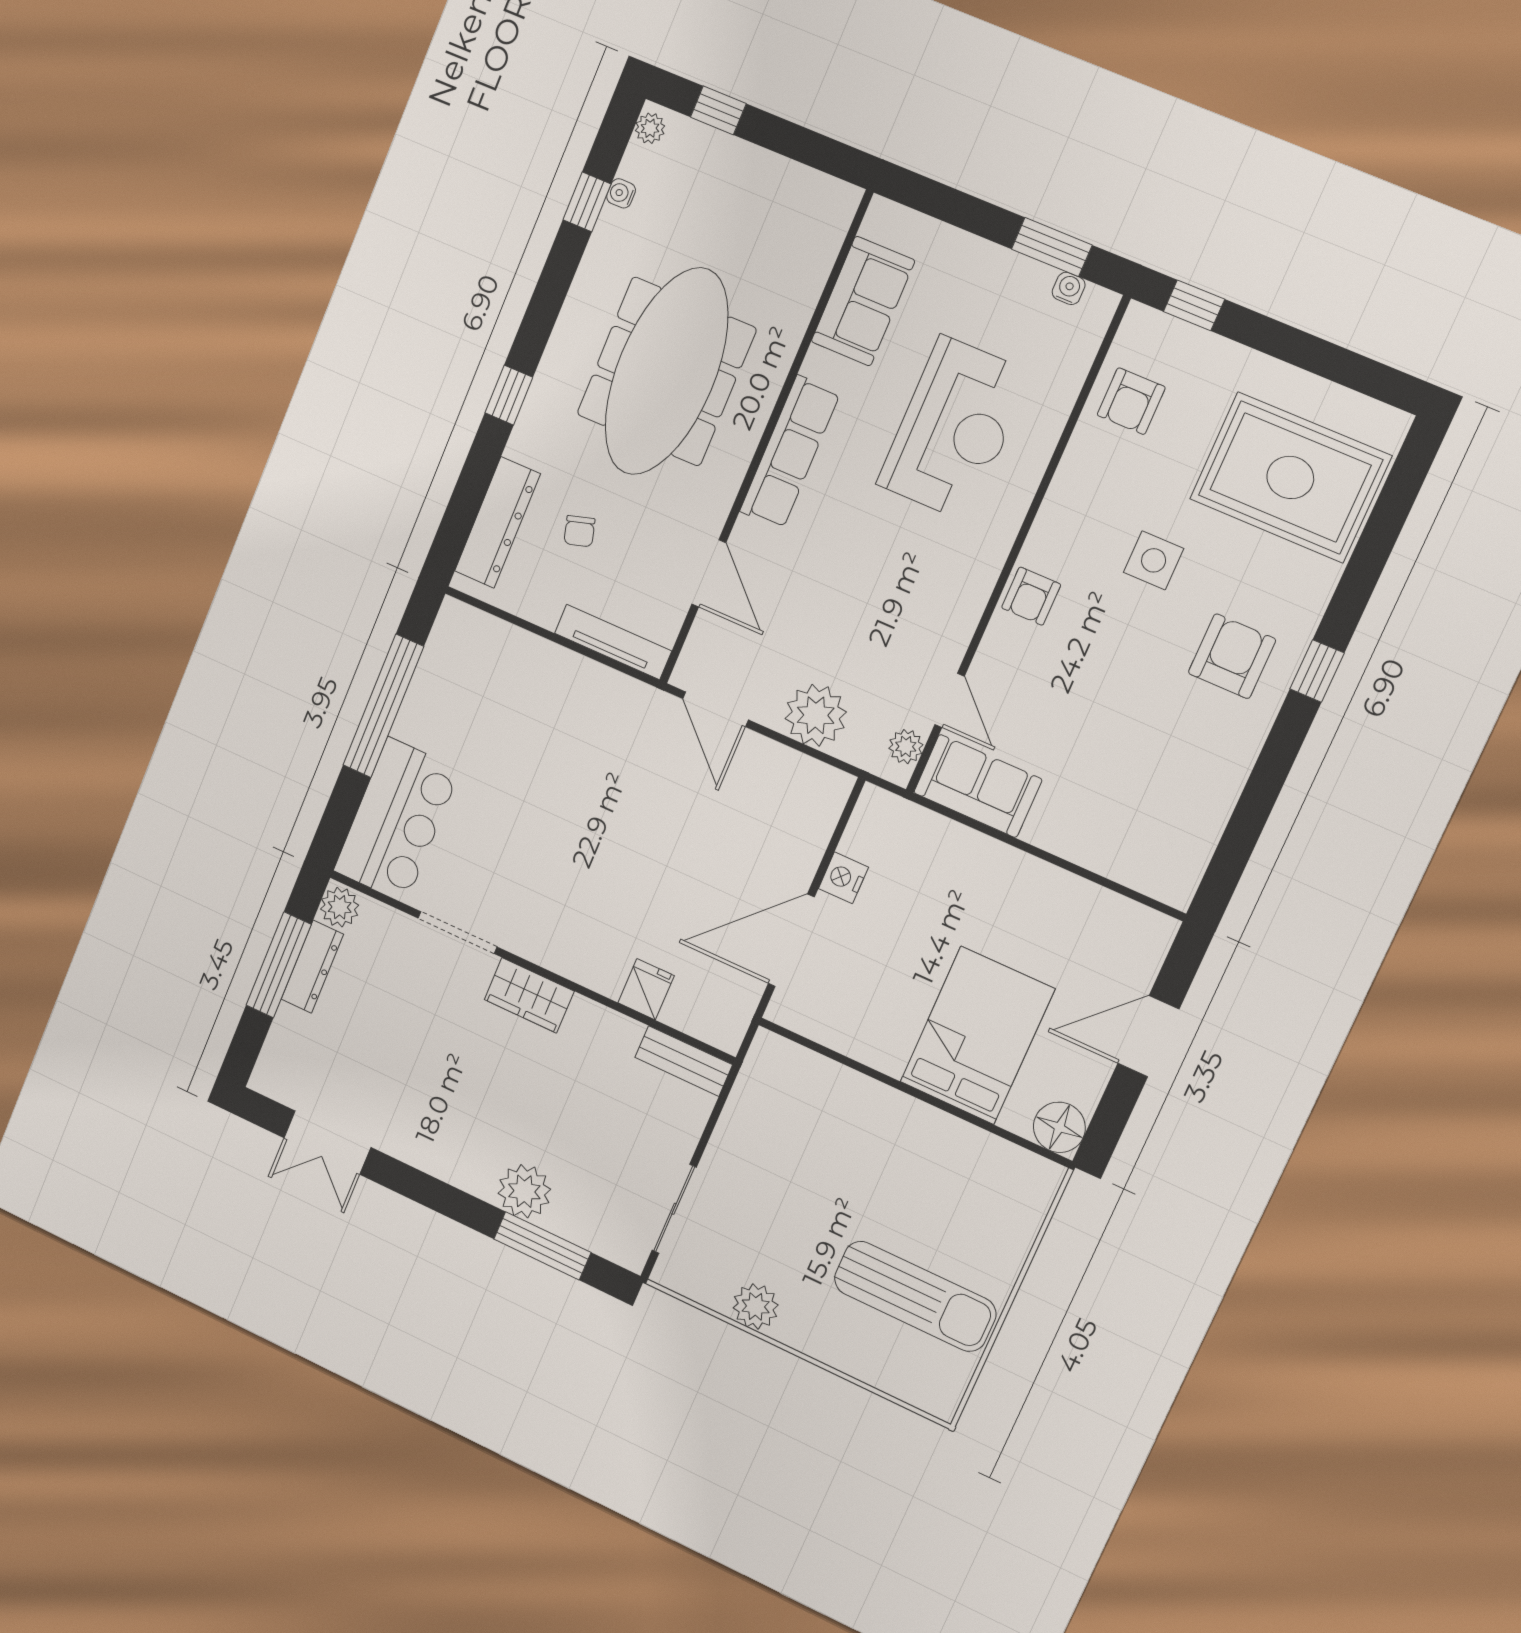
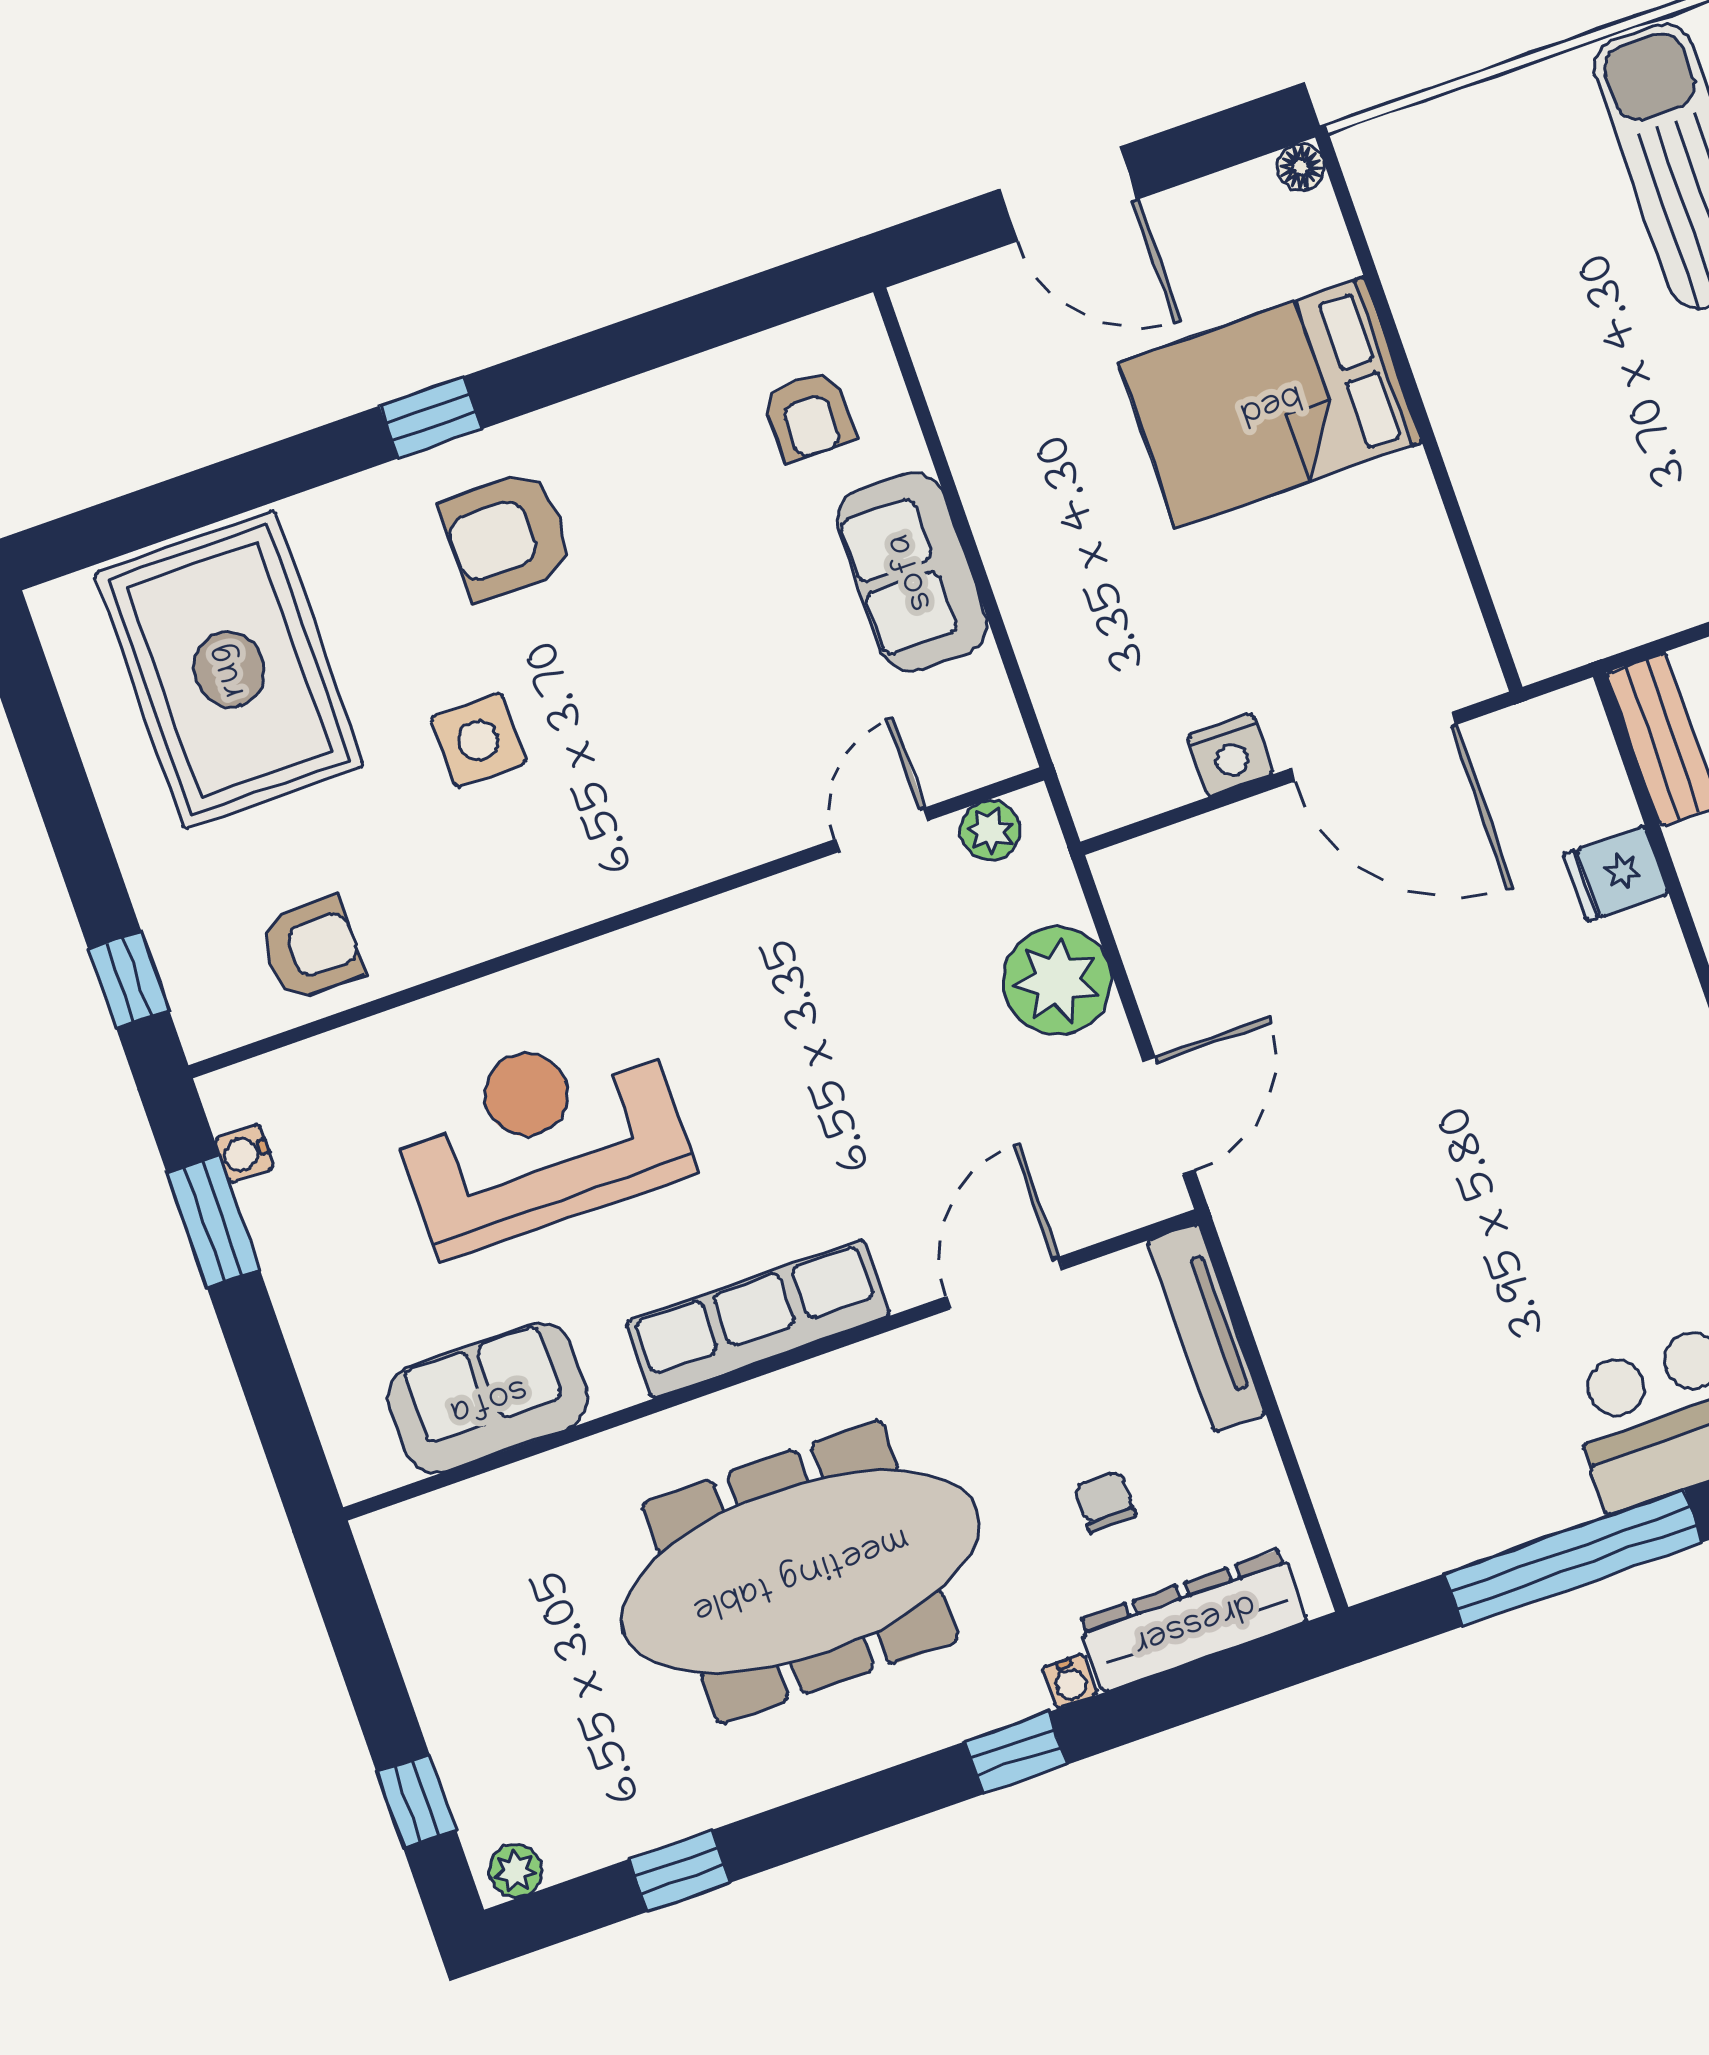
water cooler: (621, 193) -> (1070, 1681), moved
chair: (579, 531) -> (1105, 1502), turned -74
armchair: (1031, 596) -> (808, 416), moved, turned 90
sofa: (978, 786) -> (912, 572), moved
floor lamp: (1059, 1127) -> (1301, 167), width x0.53, depth x0.53

